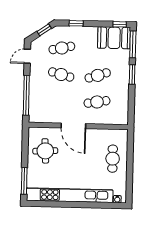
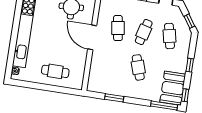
window: (76, 23) -> (190, 65), moved
window: (132, 74) -> (114, 98), moved
cafe table: (97, 102) -> (118, 28), moved
door: (73, 126) -> (92, 37), hinge flipped

